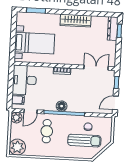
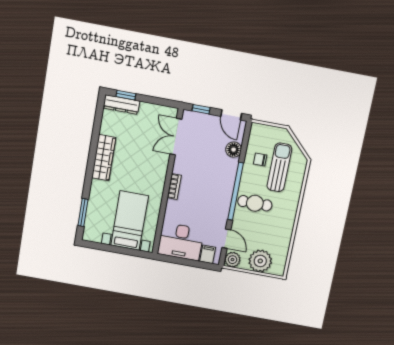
floor lamp: (62, 106) -> (234, 150), moved
cafe table: (47, 131) -> (255, 203), moved
plant: (17, 147) -> (260, 261), moved

